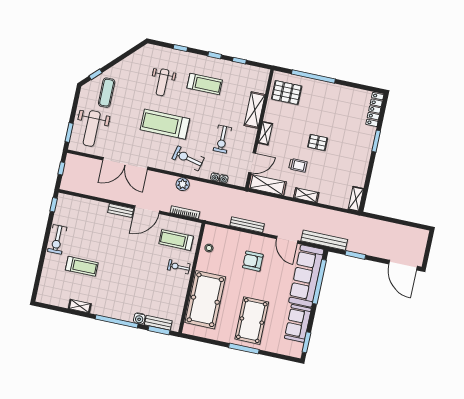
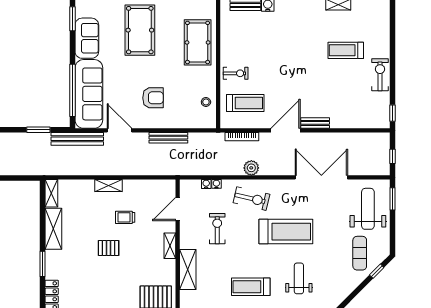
shelving: (267, 185) -> (53, 229), moved, turned 90
pool table: (205, 300) -> (198, 42), width x0.73, depth x0.76

